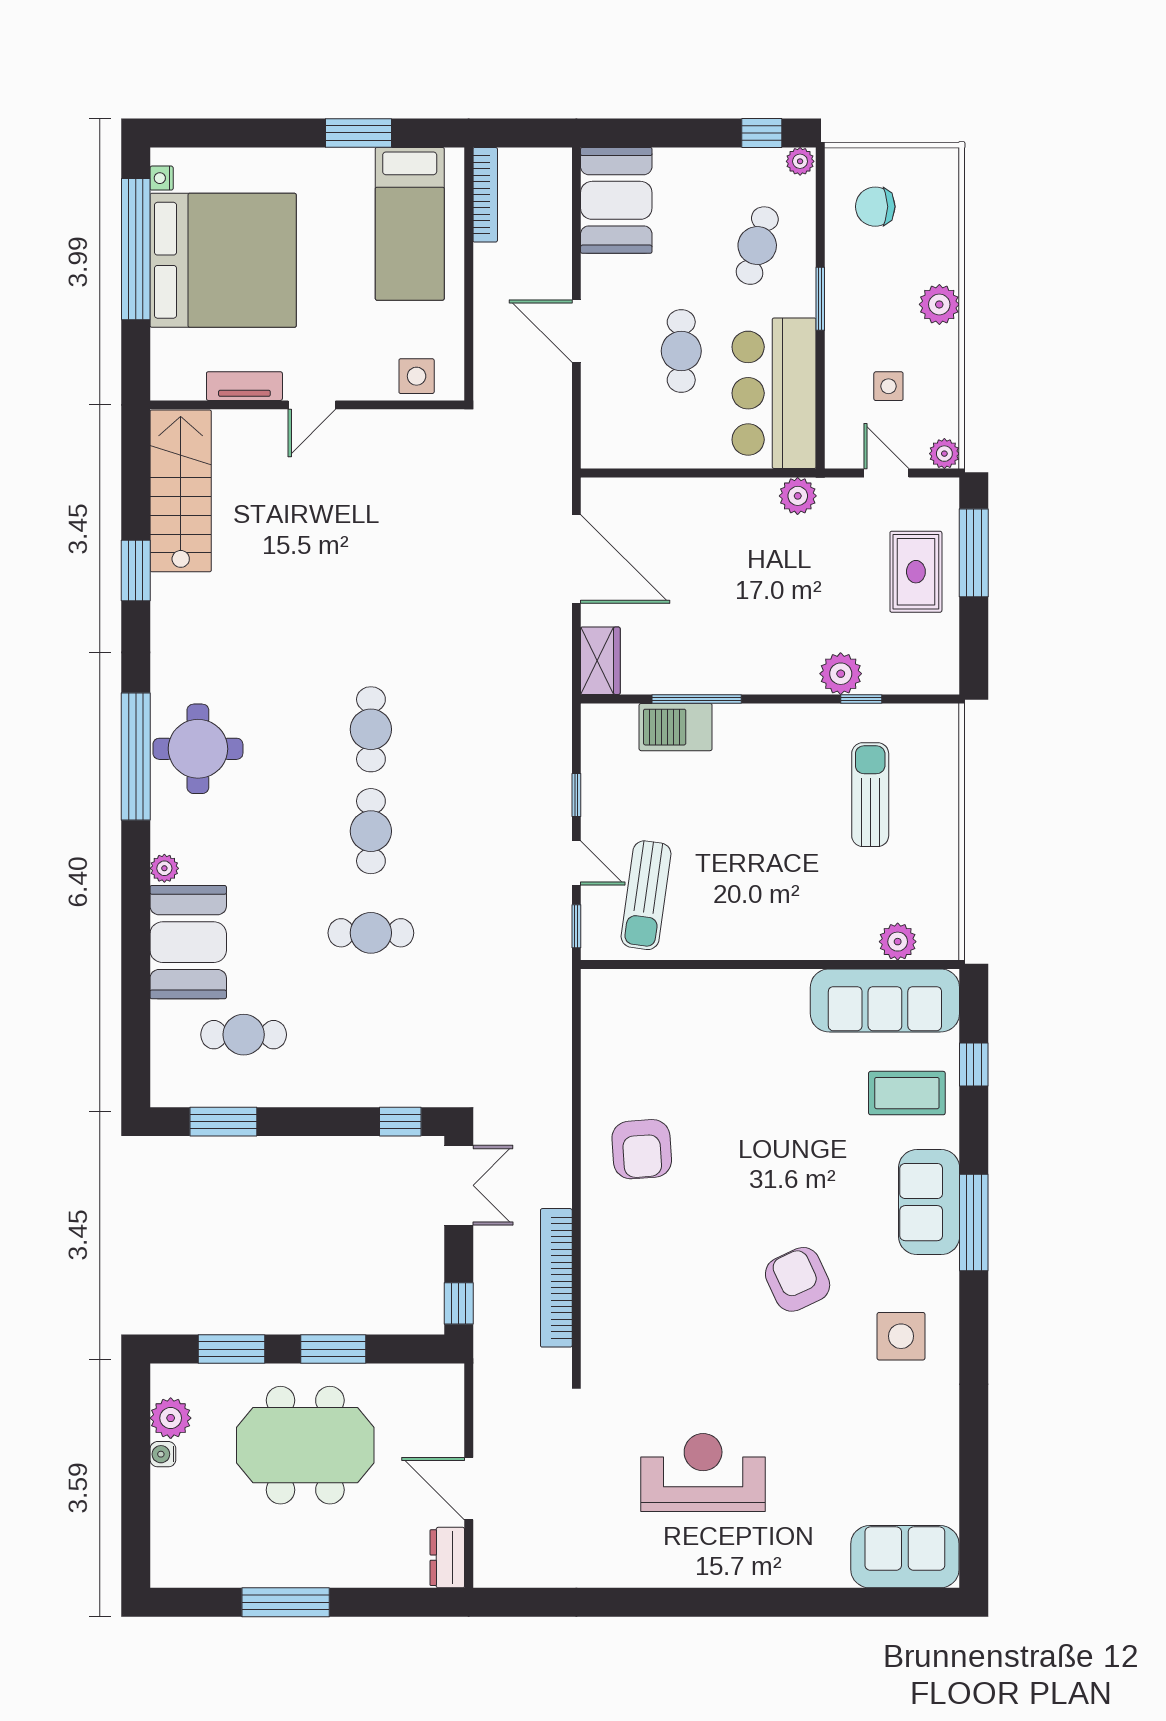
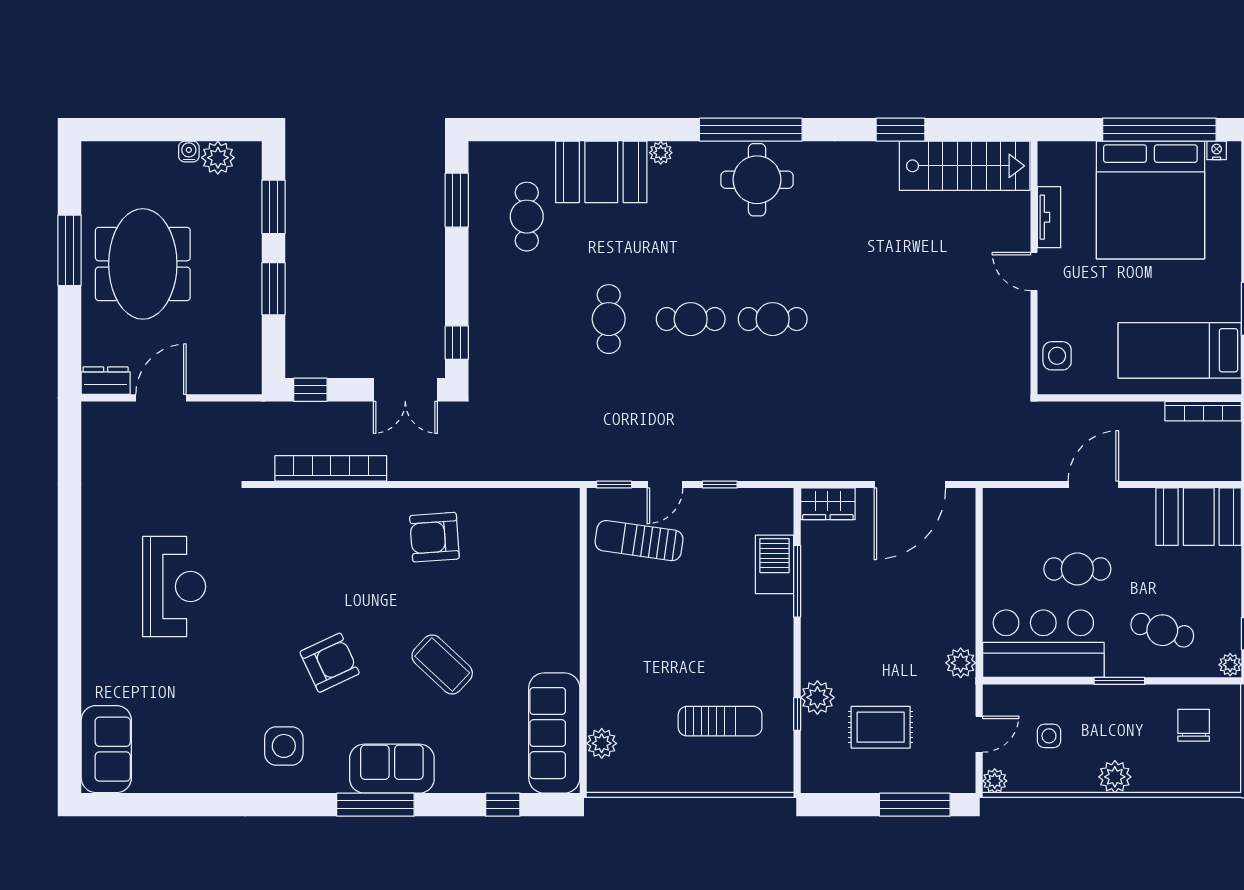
rug: (916, 572) -> (881, 727), moved
coffee table: (907, 1093) -> (442, 664), moved, turned -47
meeting table: (305, 1445) -> (143, 264), moved

